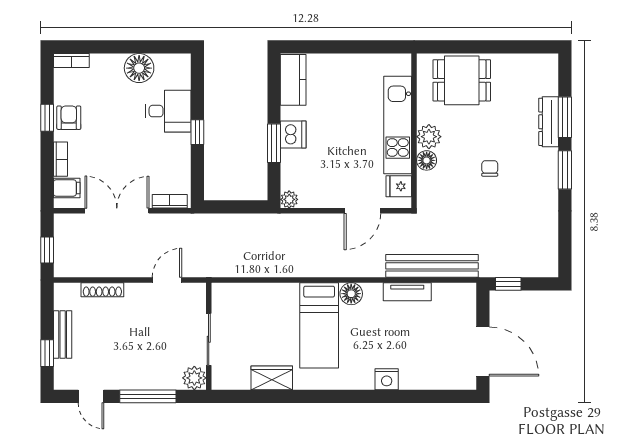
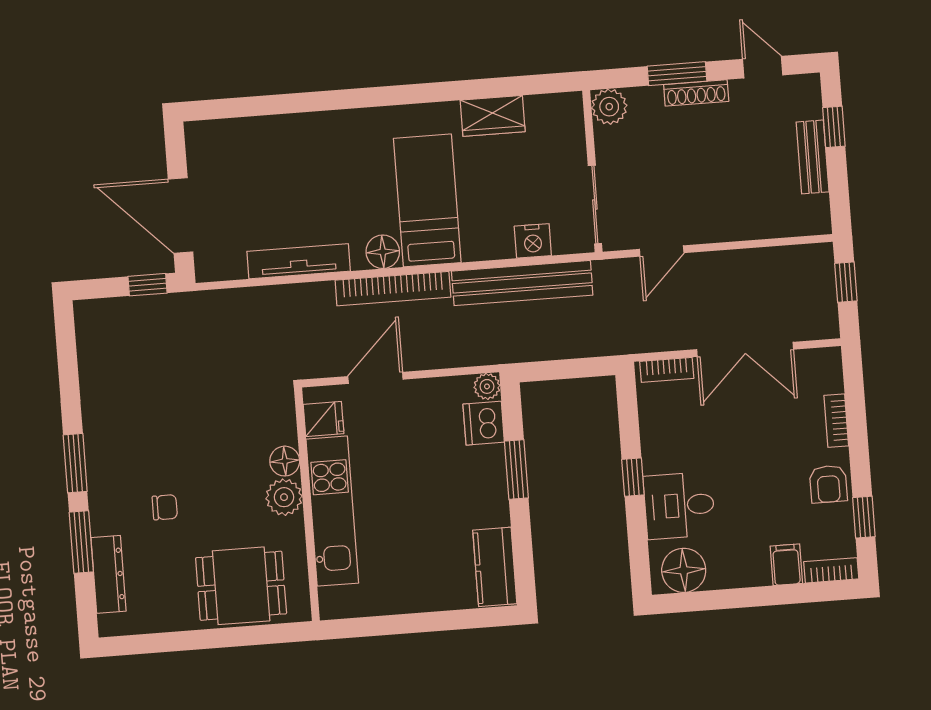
floor lamp: (139, 68) -> (684, 570), moved
window: (47, 118) -> (864, 517), moved
dresser: (549, 122) -> (109, 574), moved
dishwasher: (293, 135) -> (484, 423), moved
chair: (490, 168) -> (165, 507), moved, turned -90
filing cabinet: (67, 188) -> (786, 565), moved, turned 90
bench: (432, 266) -> (522, 283), moved
bookcase: (346, 269) -> (393, 289), added
shoe rack: (102, 290) -> (696, 93), moved, turned 180
tv unit: (407, 292) -> (299, 261), width x1.41
sliding door: (209, 339) -> (595, 205), moved
door: (483, 352) -> (181, 215), moved
nightstand: (387, 379) -> (533, 241), moved, turned 180
window: (148, 396) -> (677, 74), width x0.69

